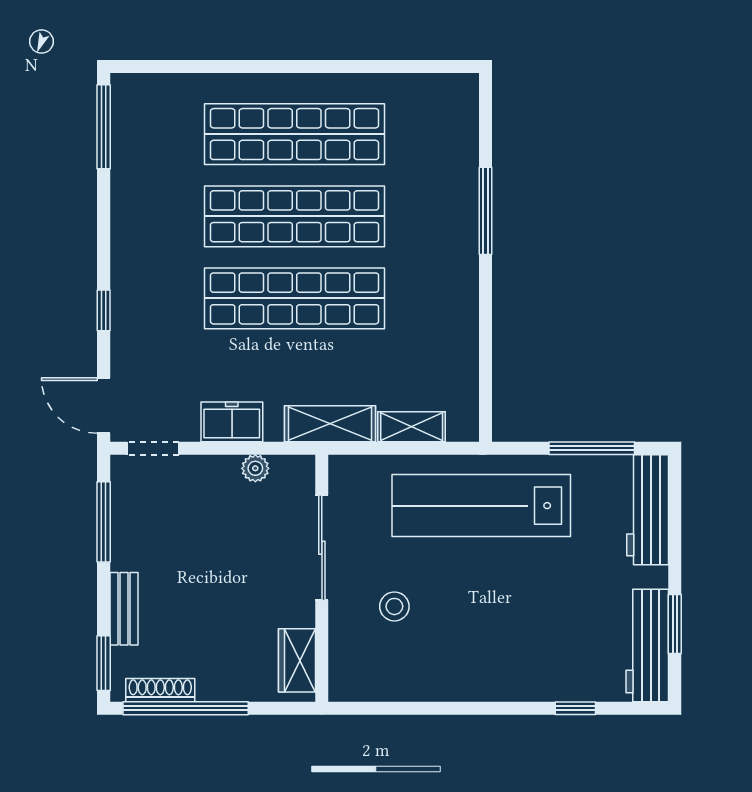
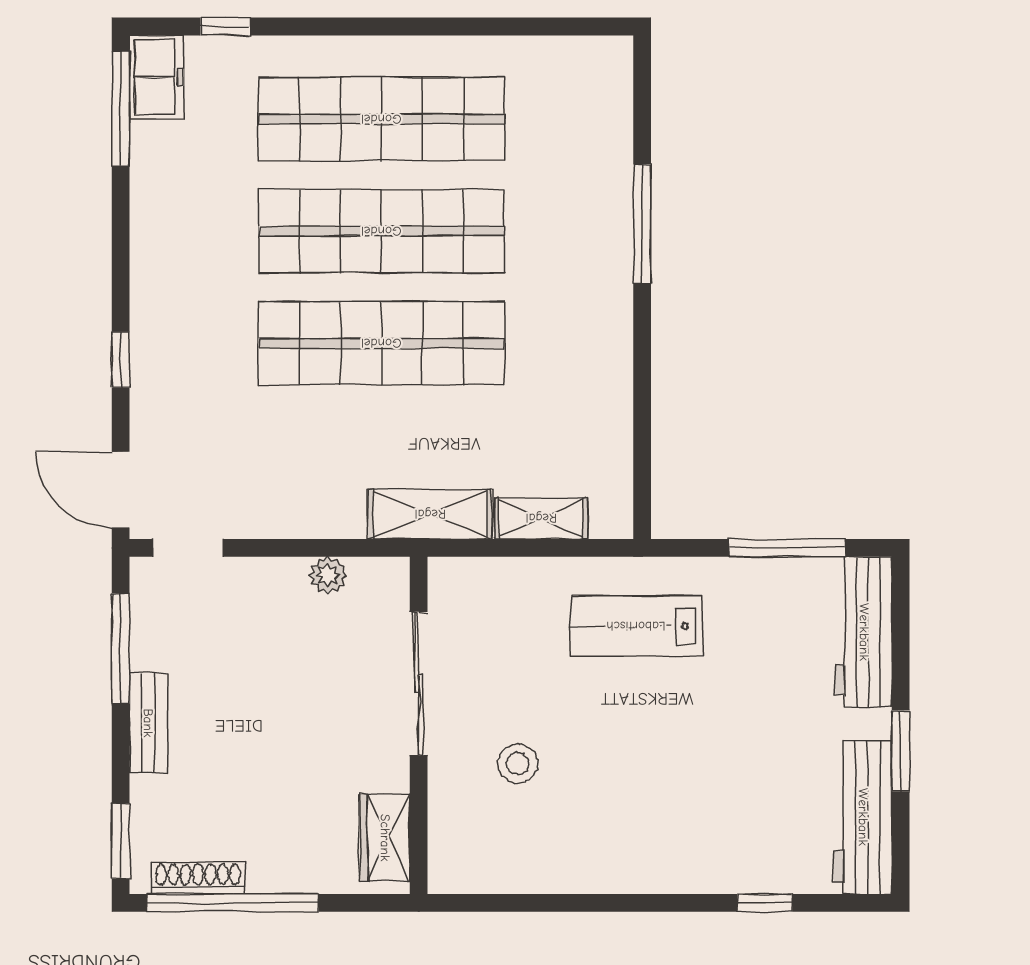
window: (180, 66) -> (225, 27), added
freezer: (232, 422) -> (157, 77), moved, turned 90
lab bench: (481, 506) -> (636, 626), width x0.54, depth x0.72
bench: (124, 609) -> (148, 723), moved
window: (675, 624) -> (901, 751), moved

